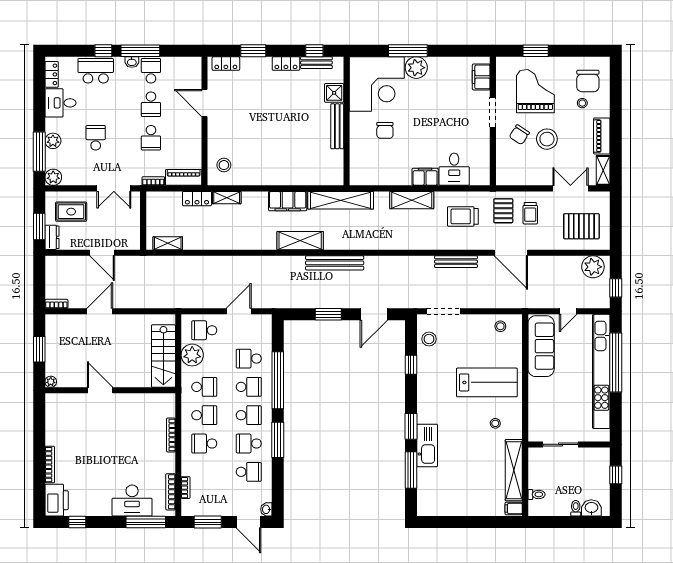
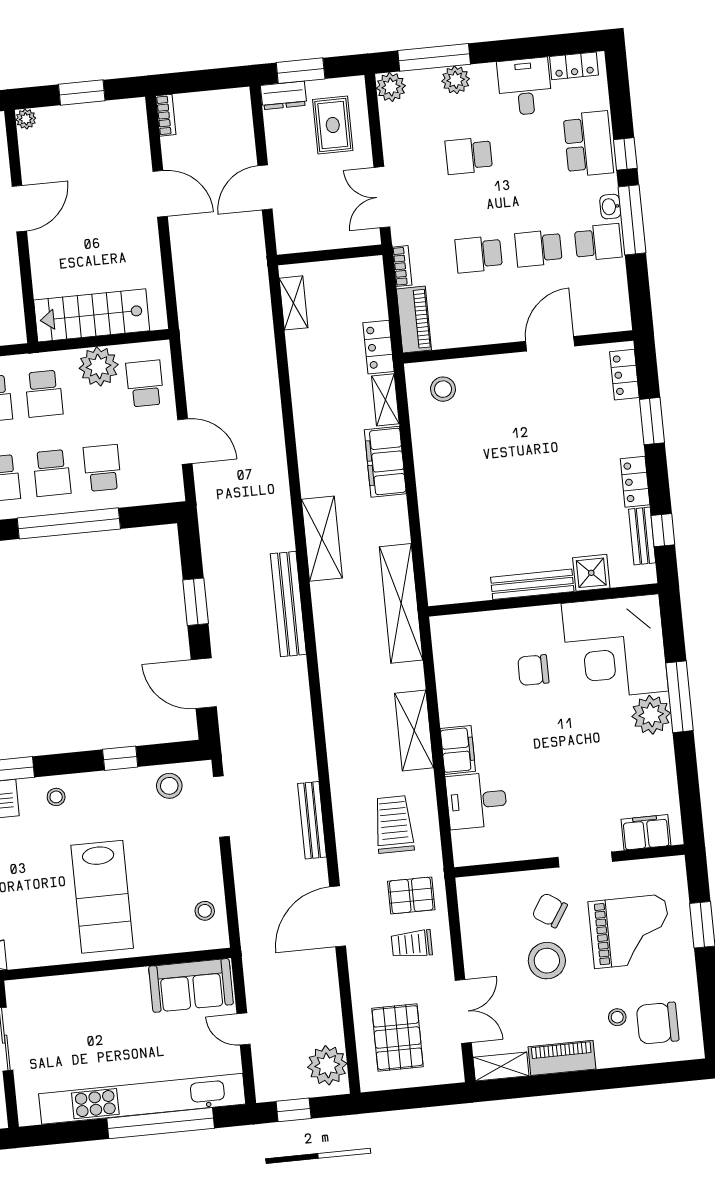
school desk: (96, 138) -> (469, 156), turned 180
filing cabinet: (288, 201) -> (385, 462), moved
sofa: (541, 346) -> (191, 985), width x0.73
stool: (495, 423) -> (56, 797), moved

